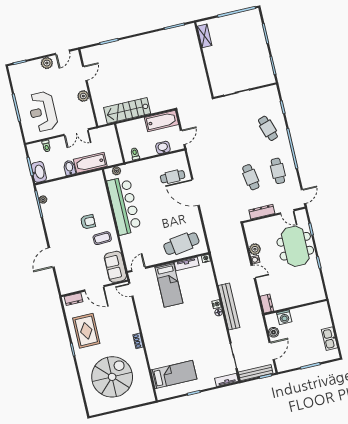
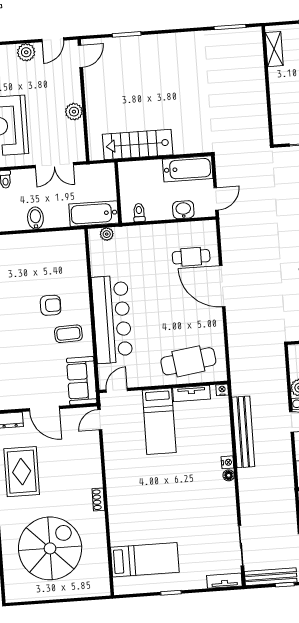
door: (85, 73) -> (80, 56), moved
bathtub: (90, 163) -> (94, 214), moved
bar counter: (124, 206) -> (112, 319), moved
door: (131, 290) -> (100, 420), hinge flipped
bench: (229, 307) -> (243, 432), moved

